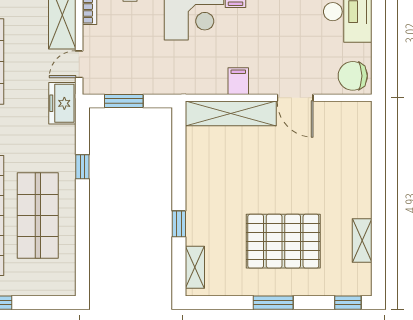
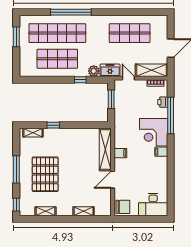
chair: (353, 76) -> (123, 207), turned 90
plant: (64, 138) -> (94, 71), added
shelving: (362, 160) -> (84, 211), added
window: (273, 303) -> (16, 169), width x1.44

